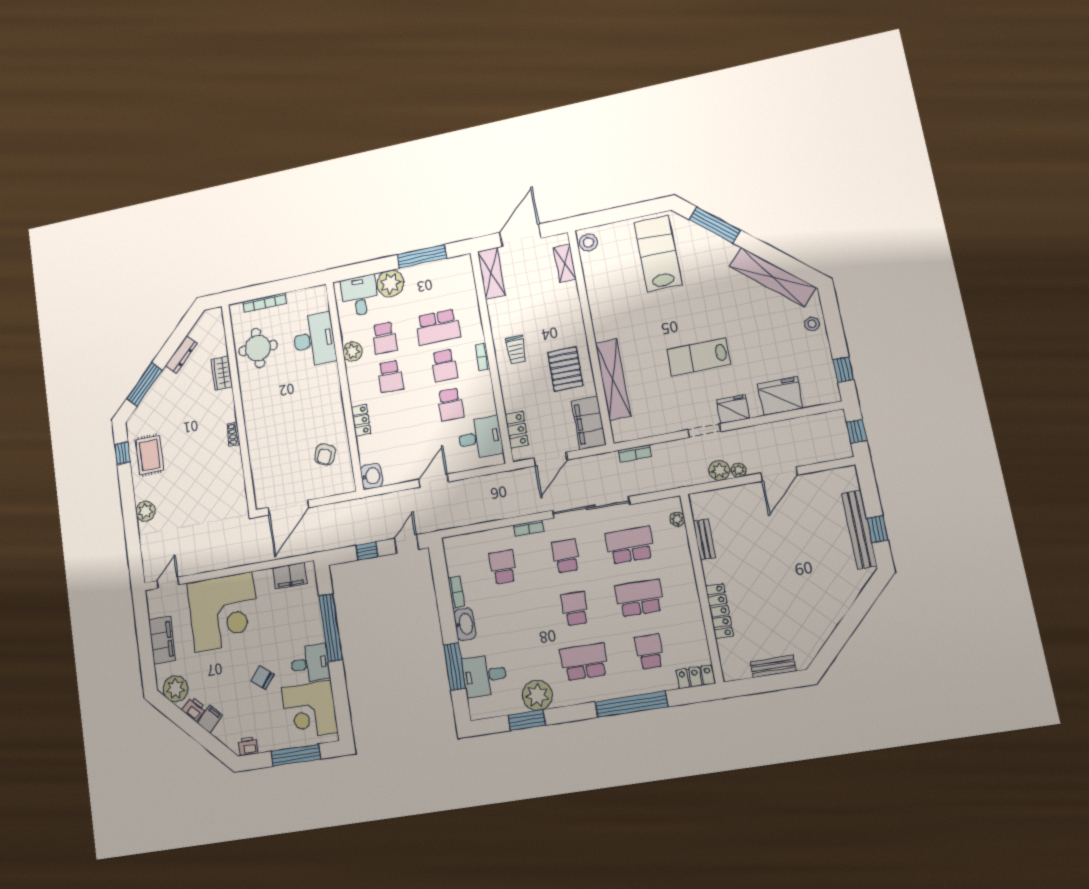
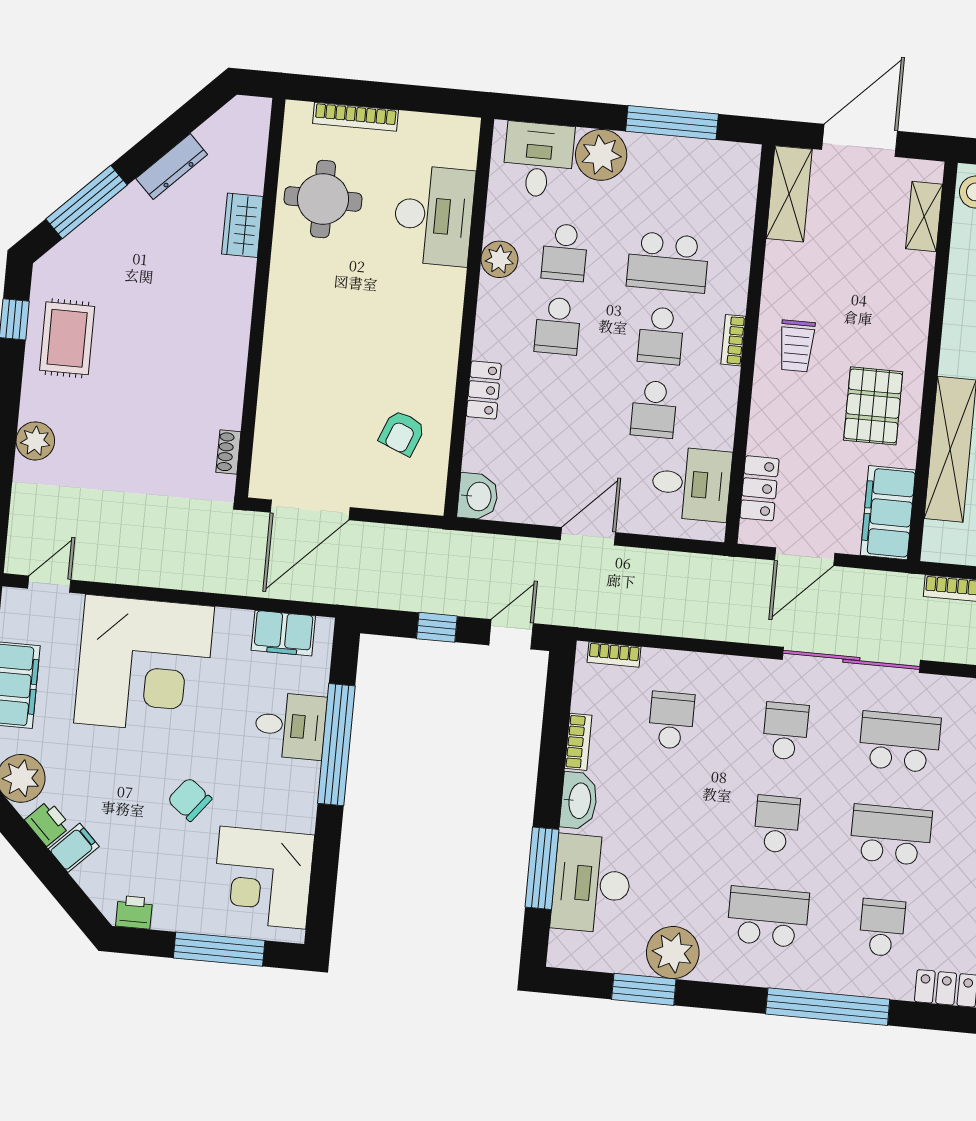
shoe rack: (233, 434) -> (228, 452), moved
bookcase: (529, 528) -> (614, 654), moved
desk: (310, 663) -> (290, 726), moved
desk: (484, 676) -> (591, 884), width x1.37

